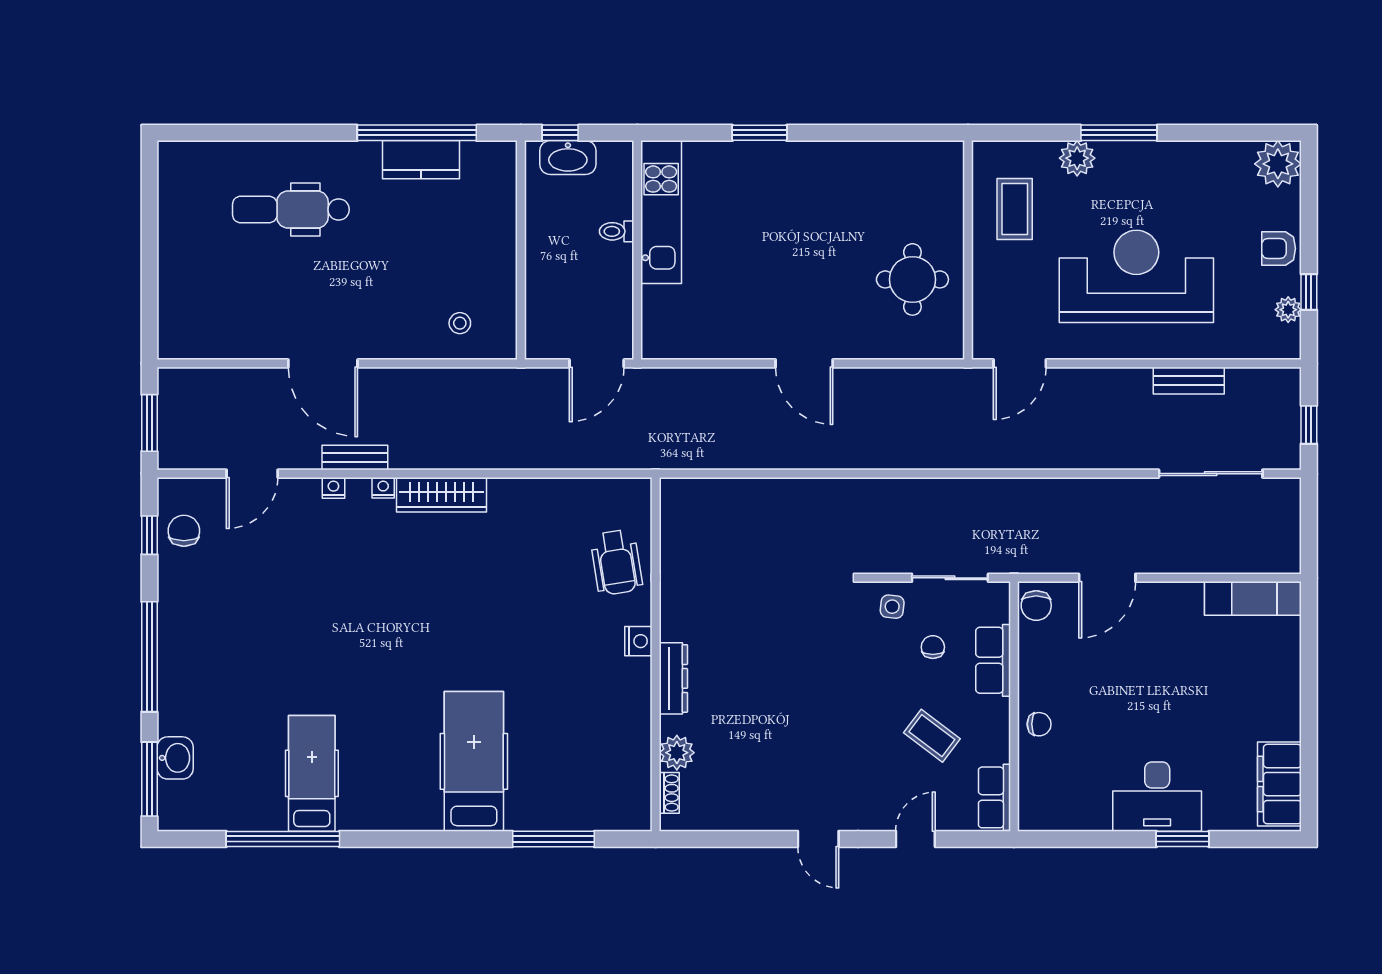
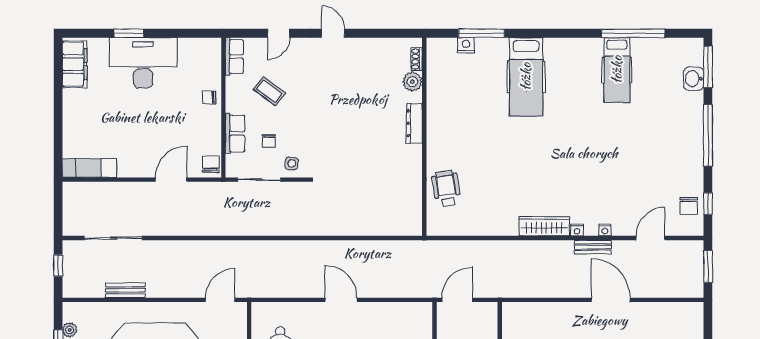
stool: (460, 323) -> (534, 322), removed
nightstand: (638, 641) -> (466, 45), moved, turned 90
desk: (1157, 797) -> (143, 63), width x1.36, depth x1.30

